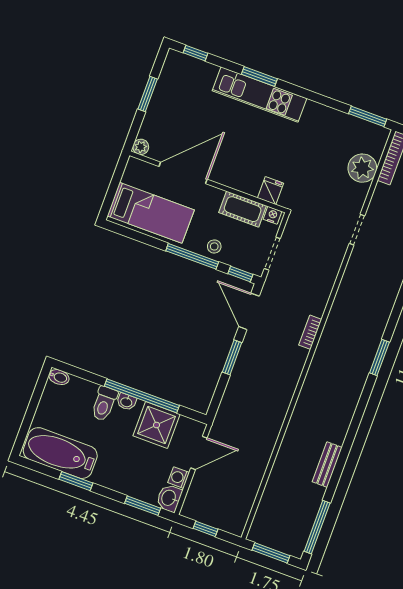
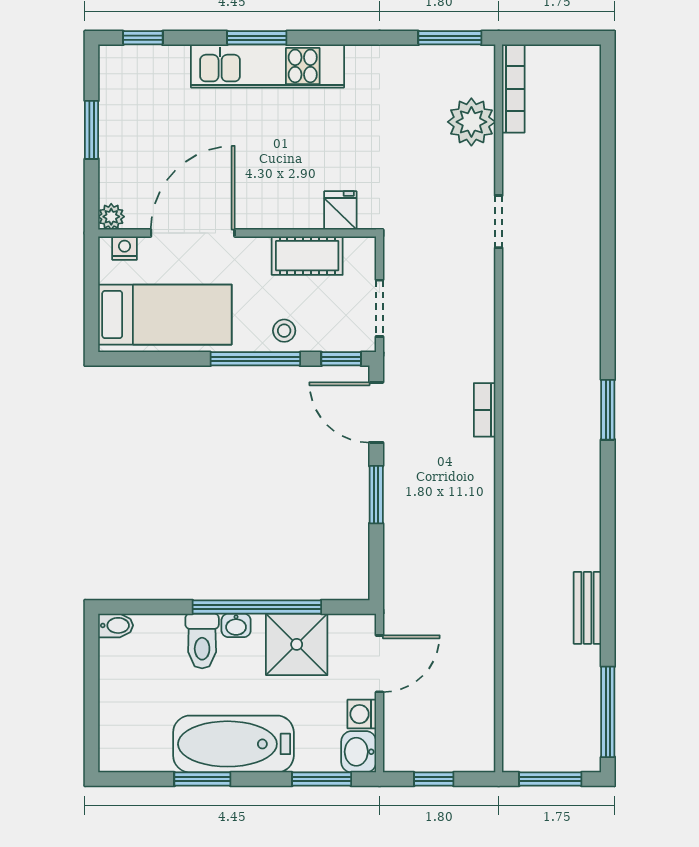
nightstand: (273, 215) -> (125, 248), moved
bathtub: (60, 453) -> (233, 744), moved

